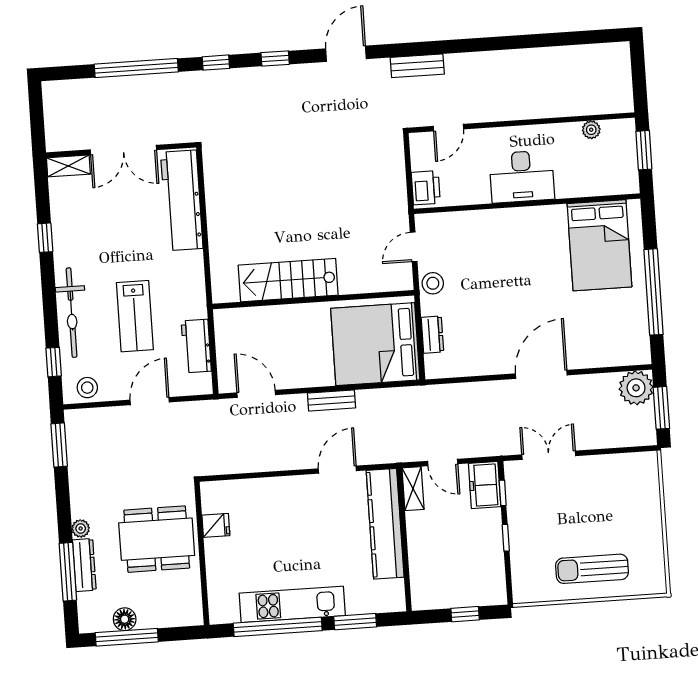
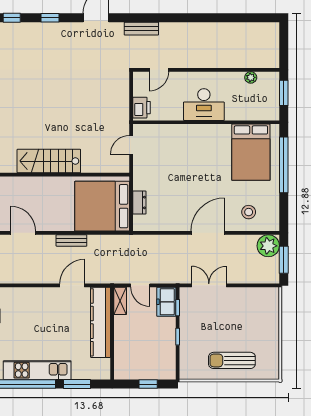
stool: (433, 283) -> (249, 212), moved
window: (653, 292) -> (284, 165), moved

